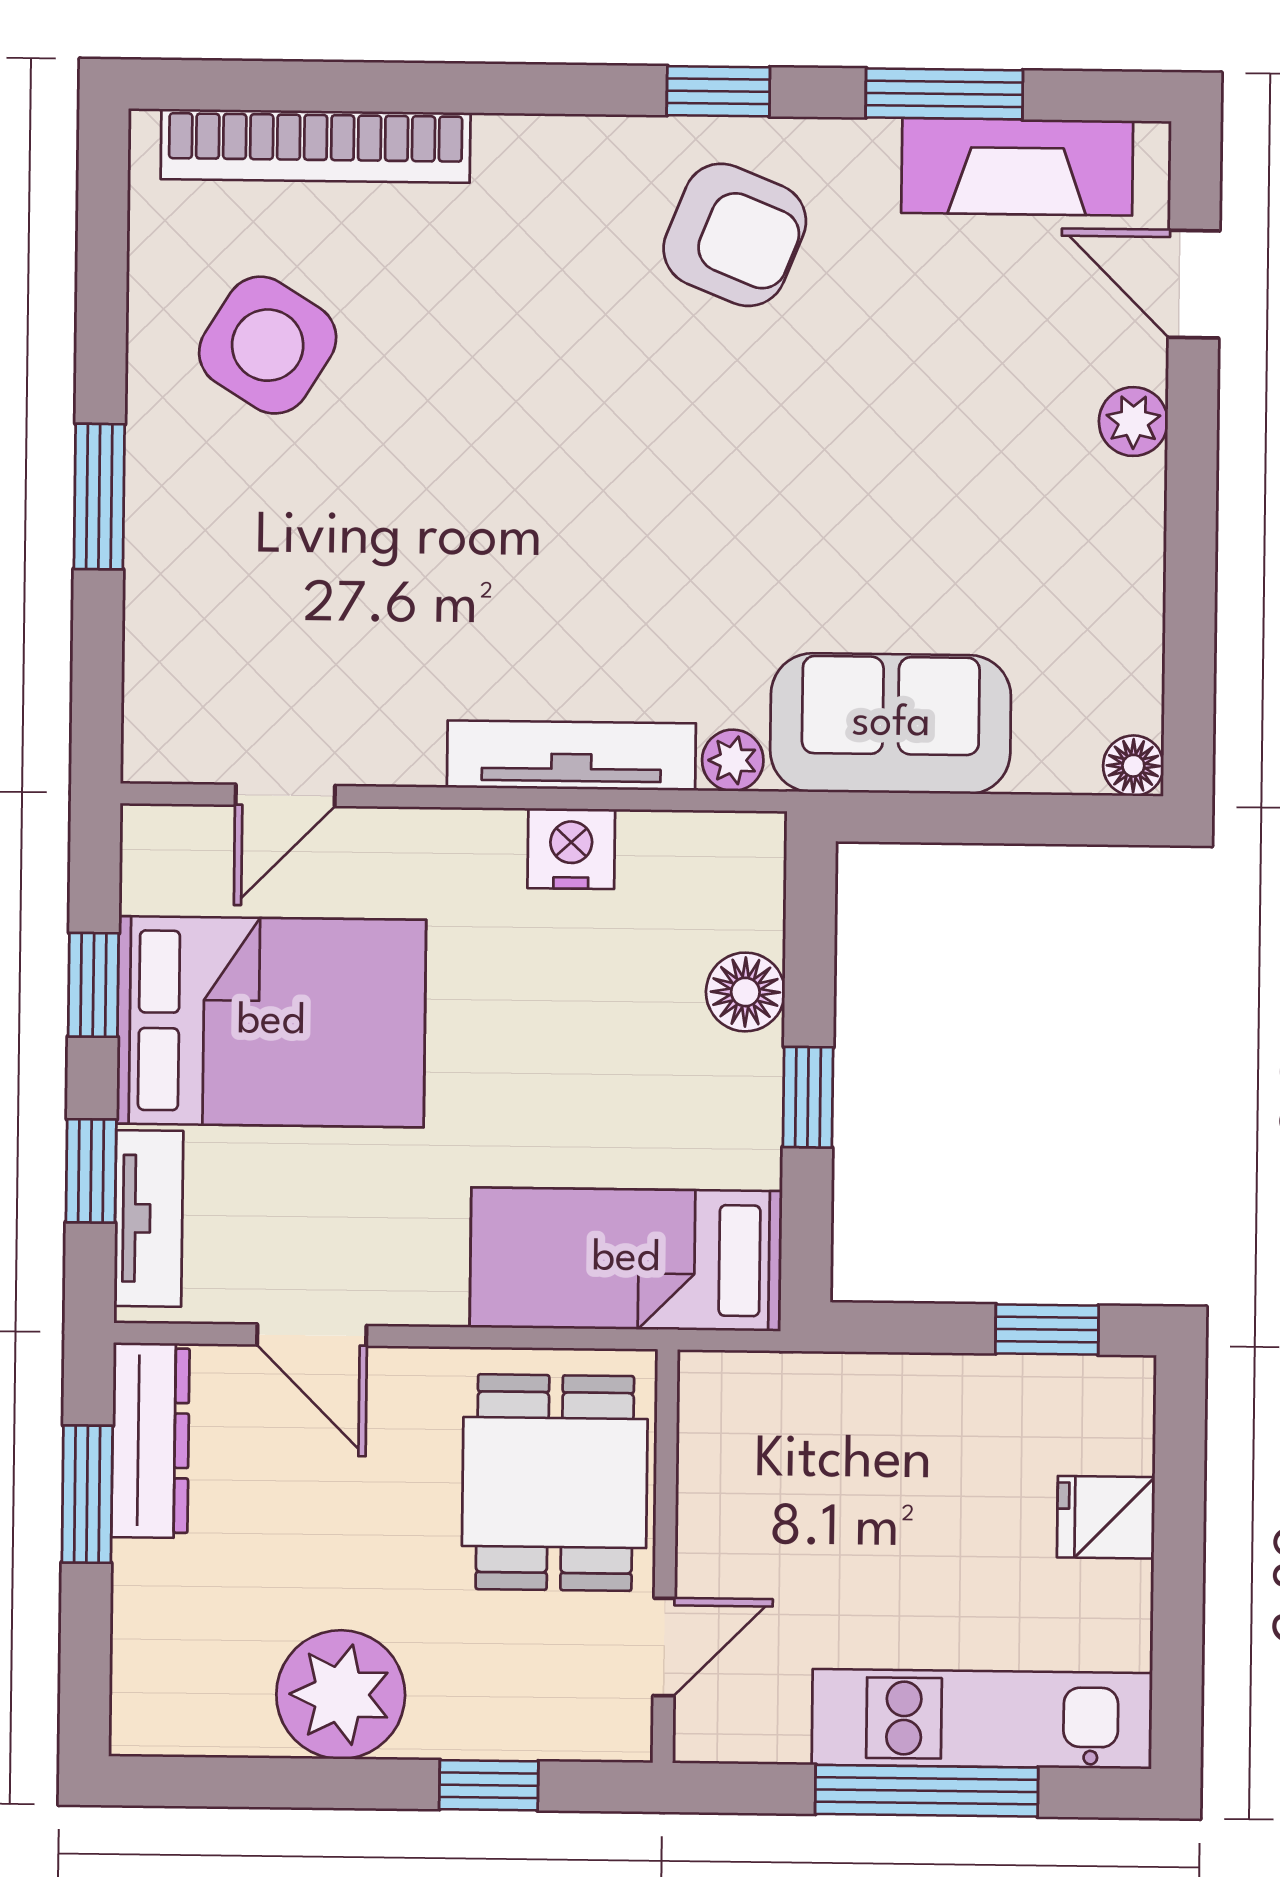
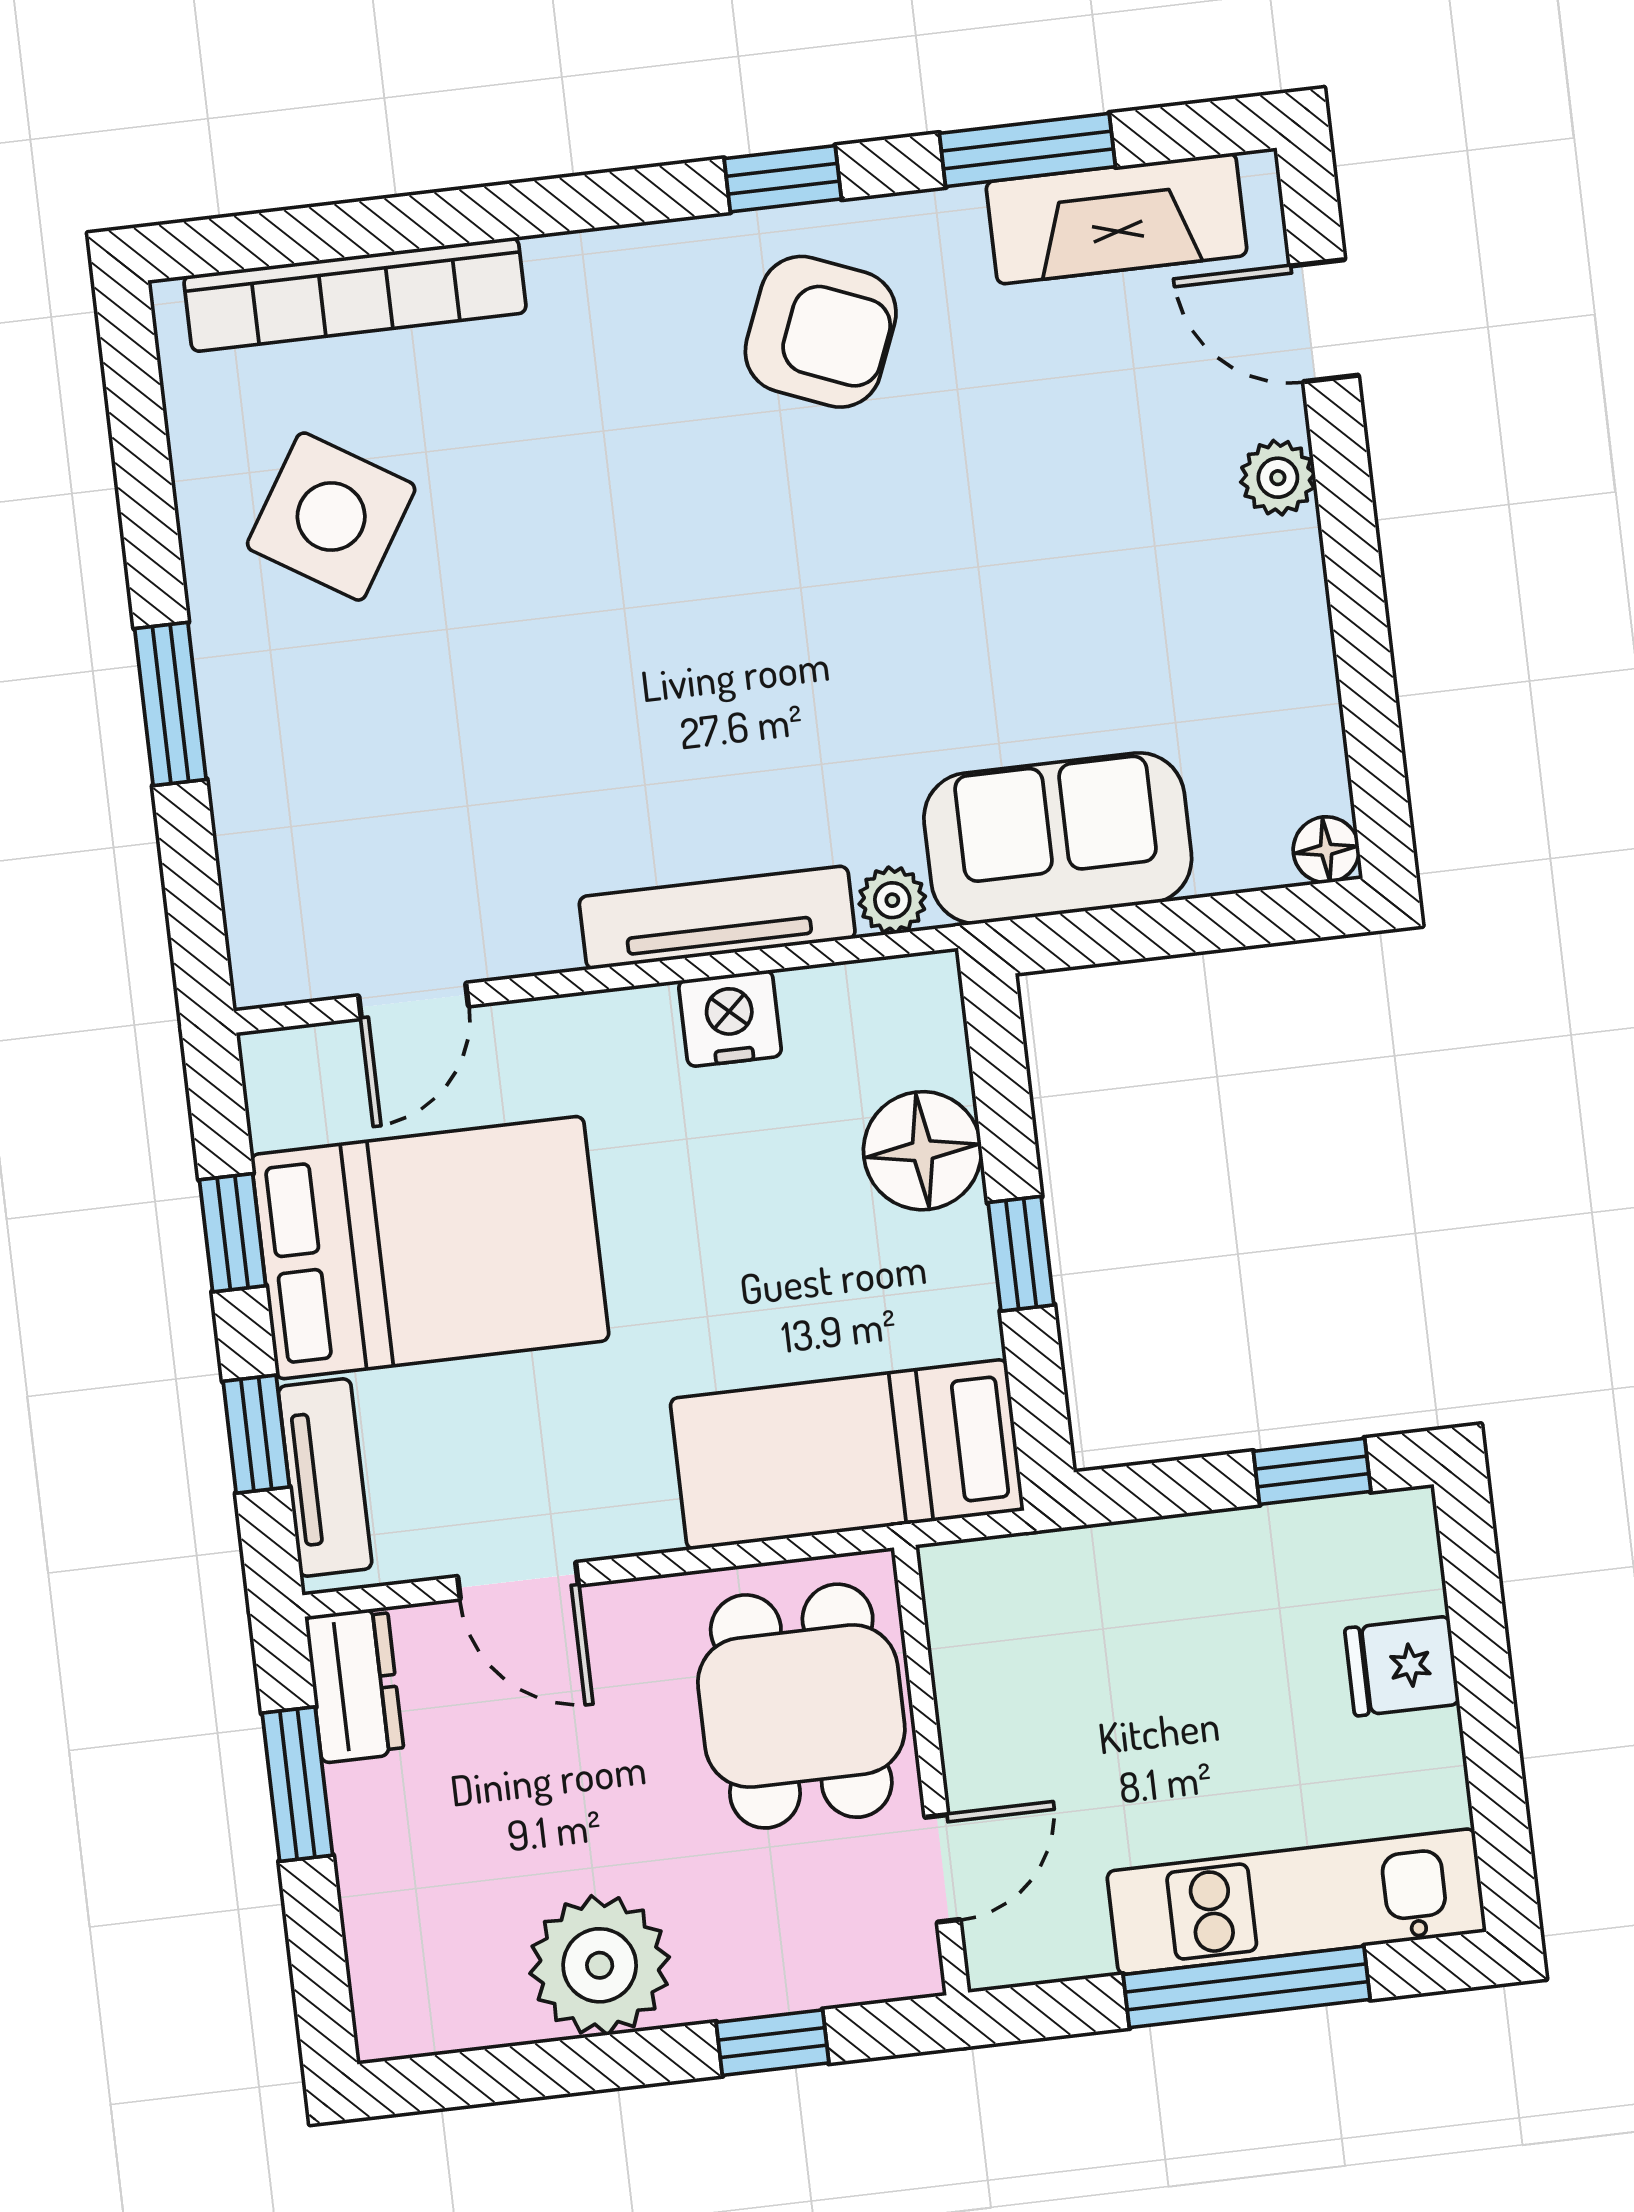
floor lamp: (745, 992) -> (922, 1151), width x1.38, depth x1.38
dresser: (150, 1440) -> (354, 1685), width x0.70

